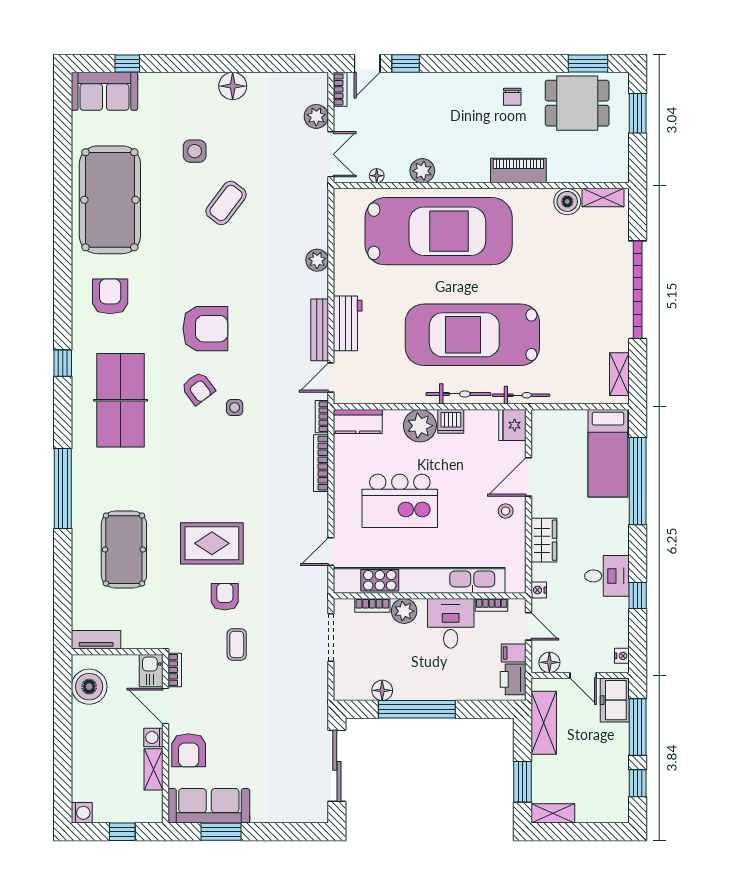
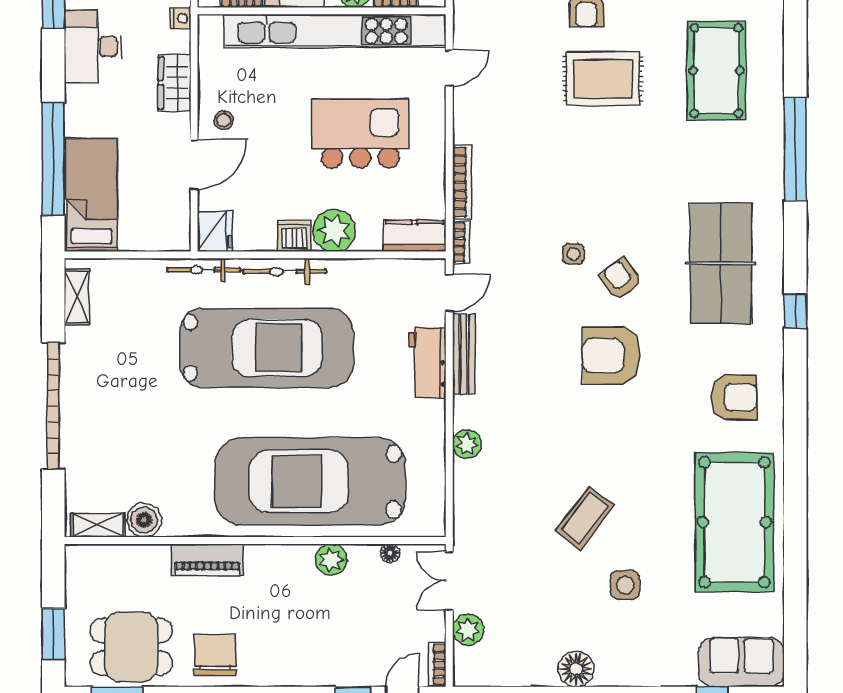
chair: (512, 97) -> (215, 655), width x1.87, depth x1.87
armchair: (110, 296) -> (734, 397), turned -90
desk: (607, 576) -> (93, 46), width x1.37

